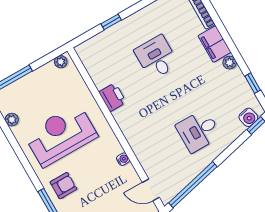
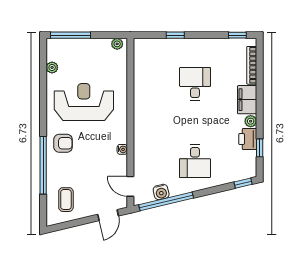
printer: (113, 97) -> (248, 139), moved, turned 180
water cooler: (248, 117) -> (161, 192), moved
desk: (198, 131) -> (195, 161), turned -90

